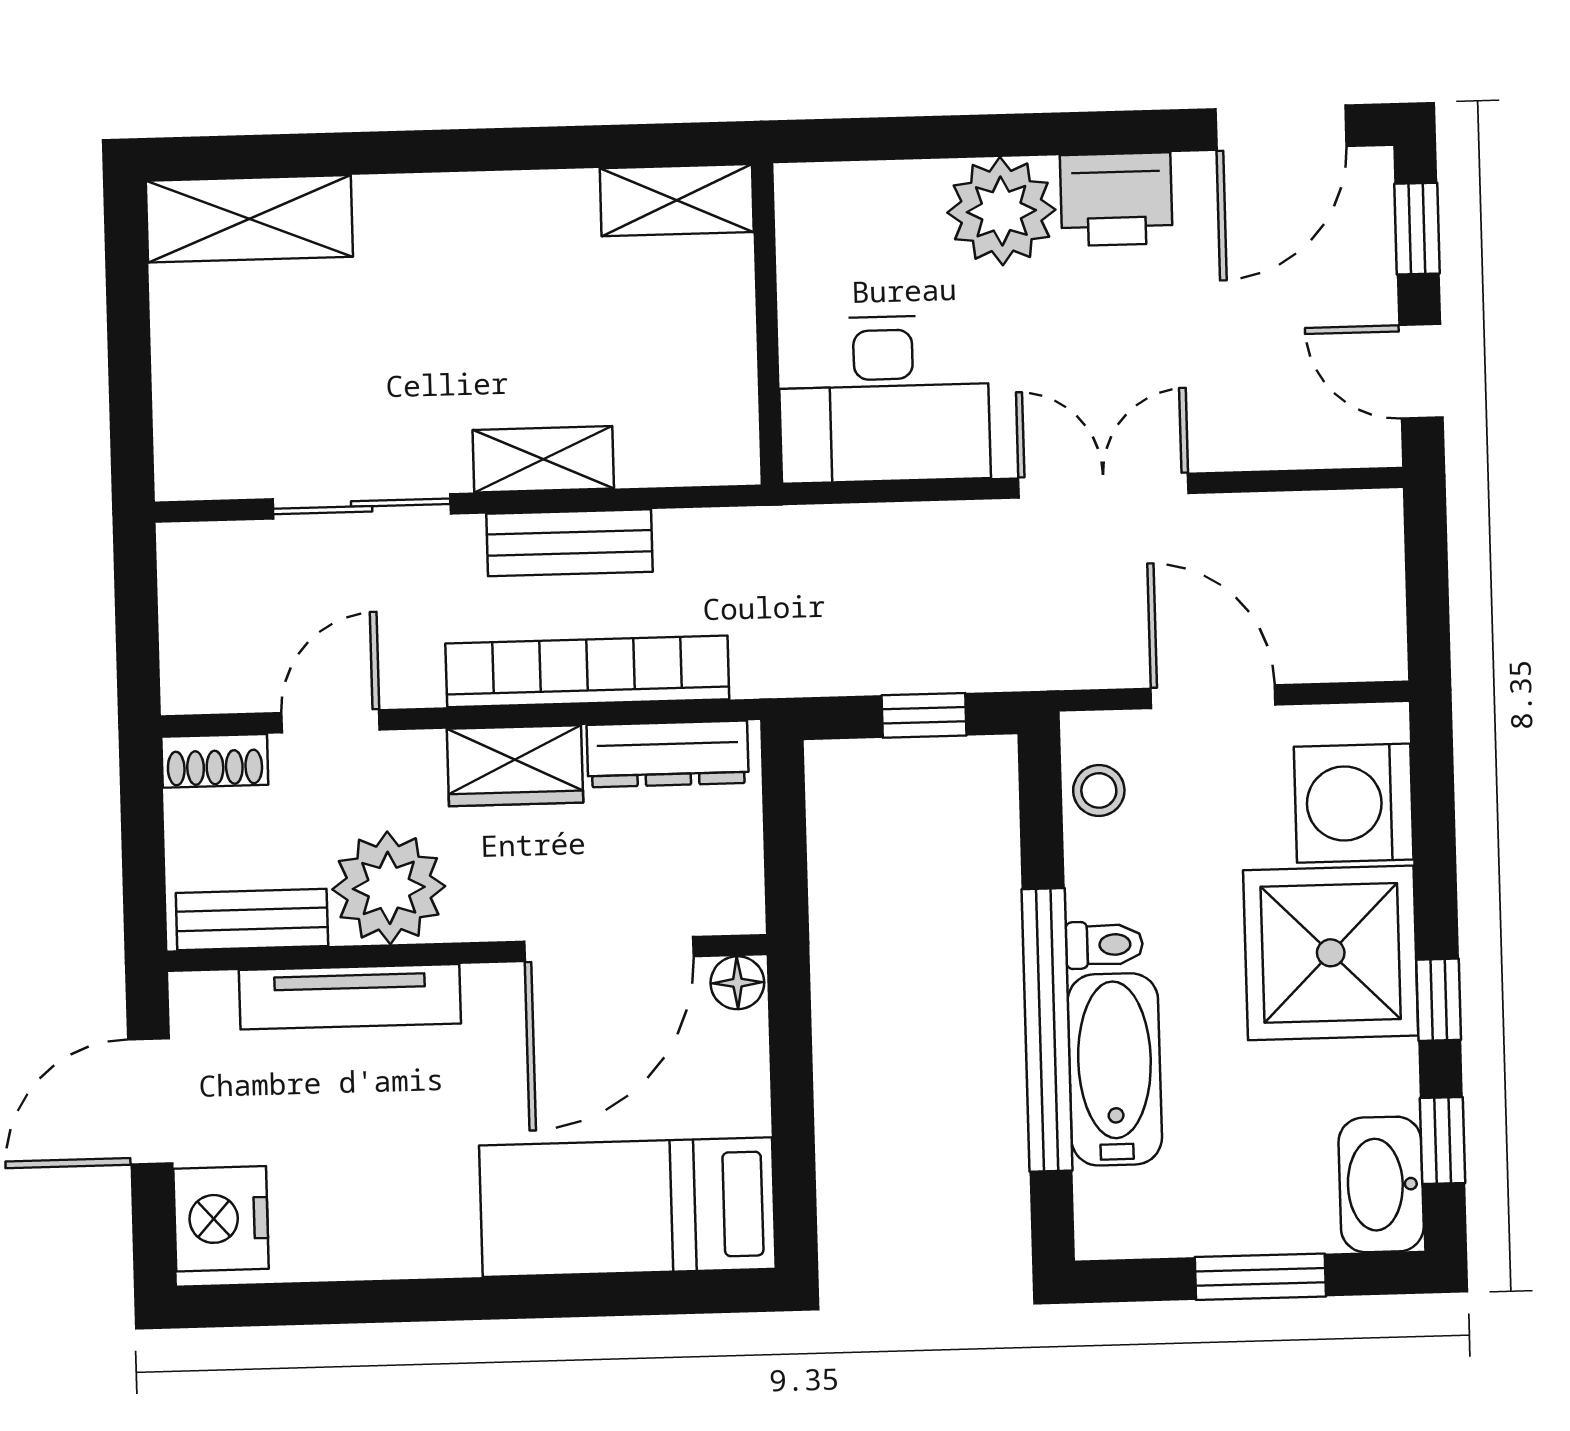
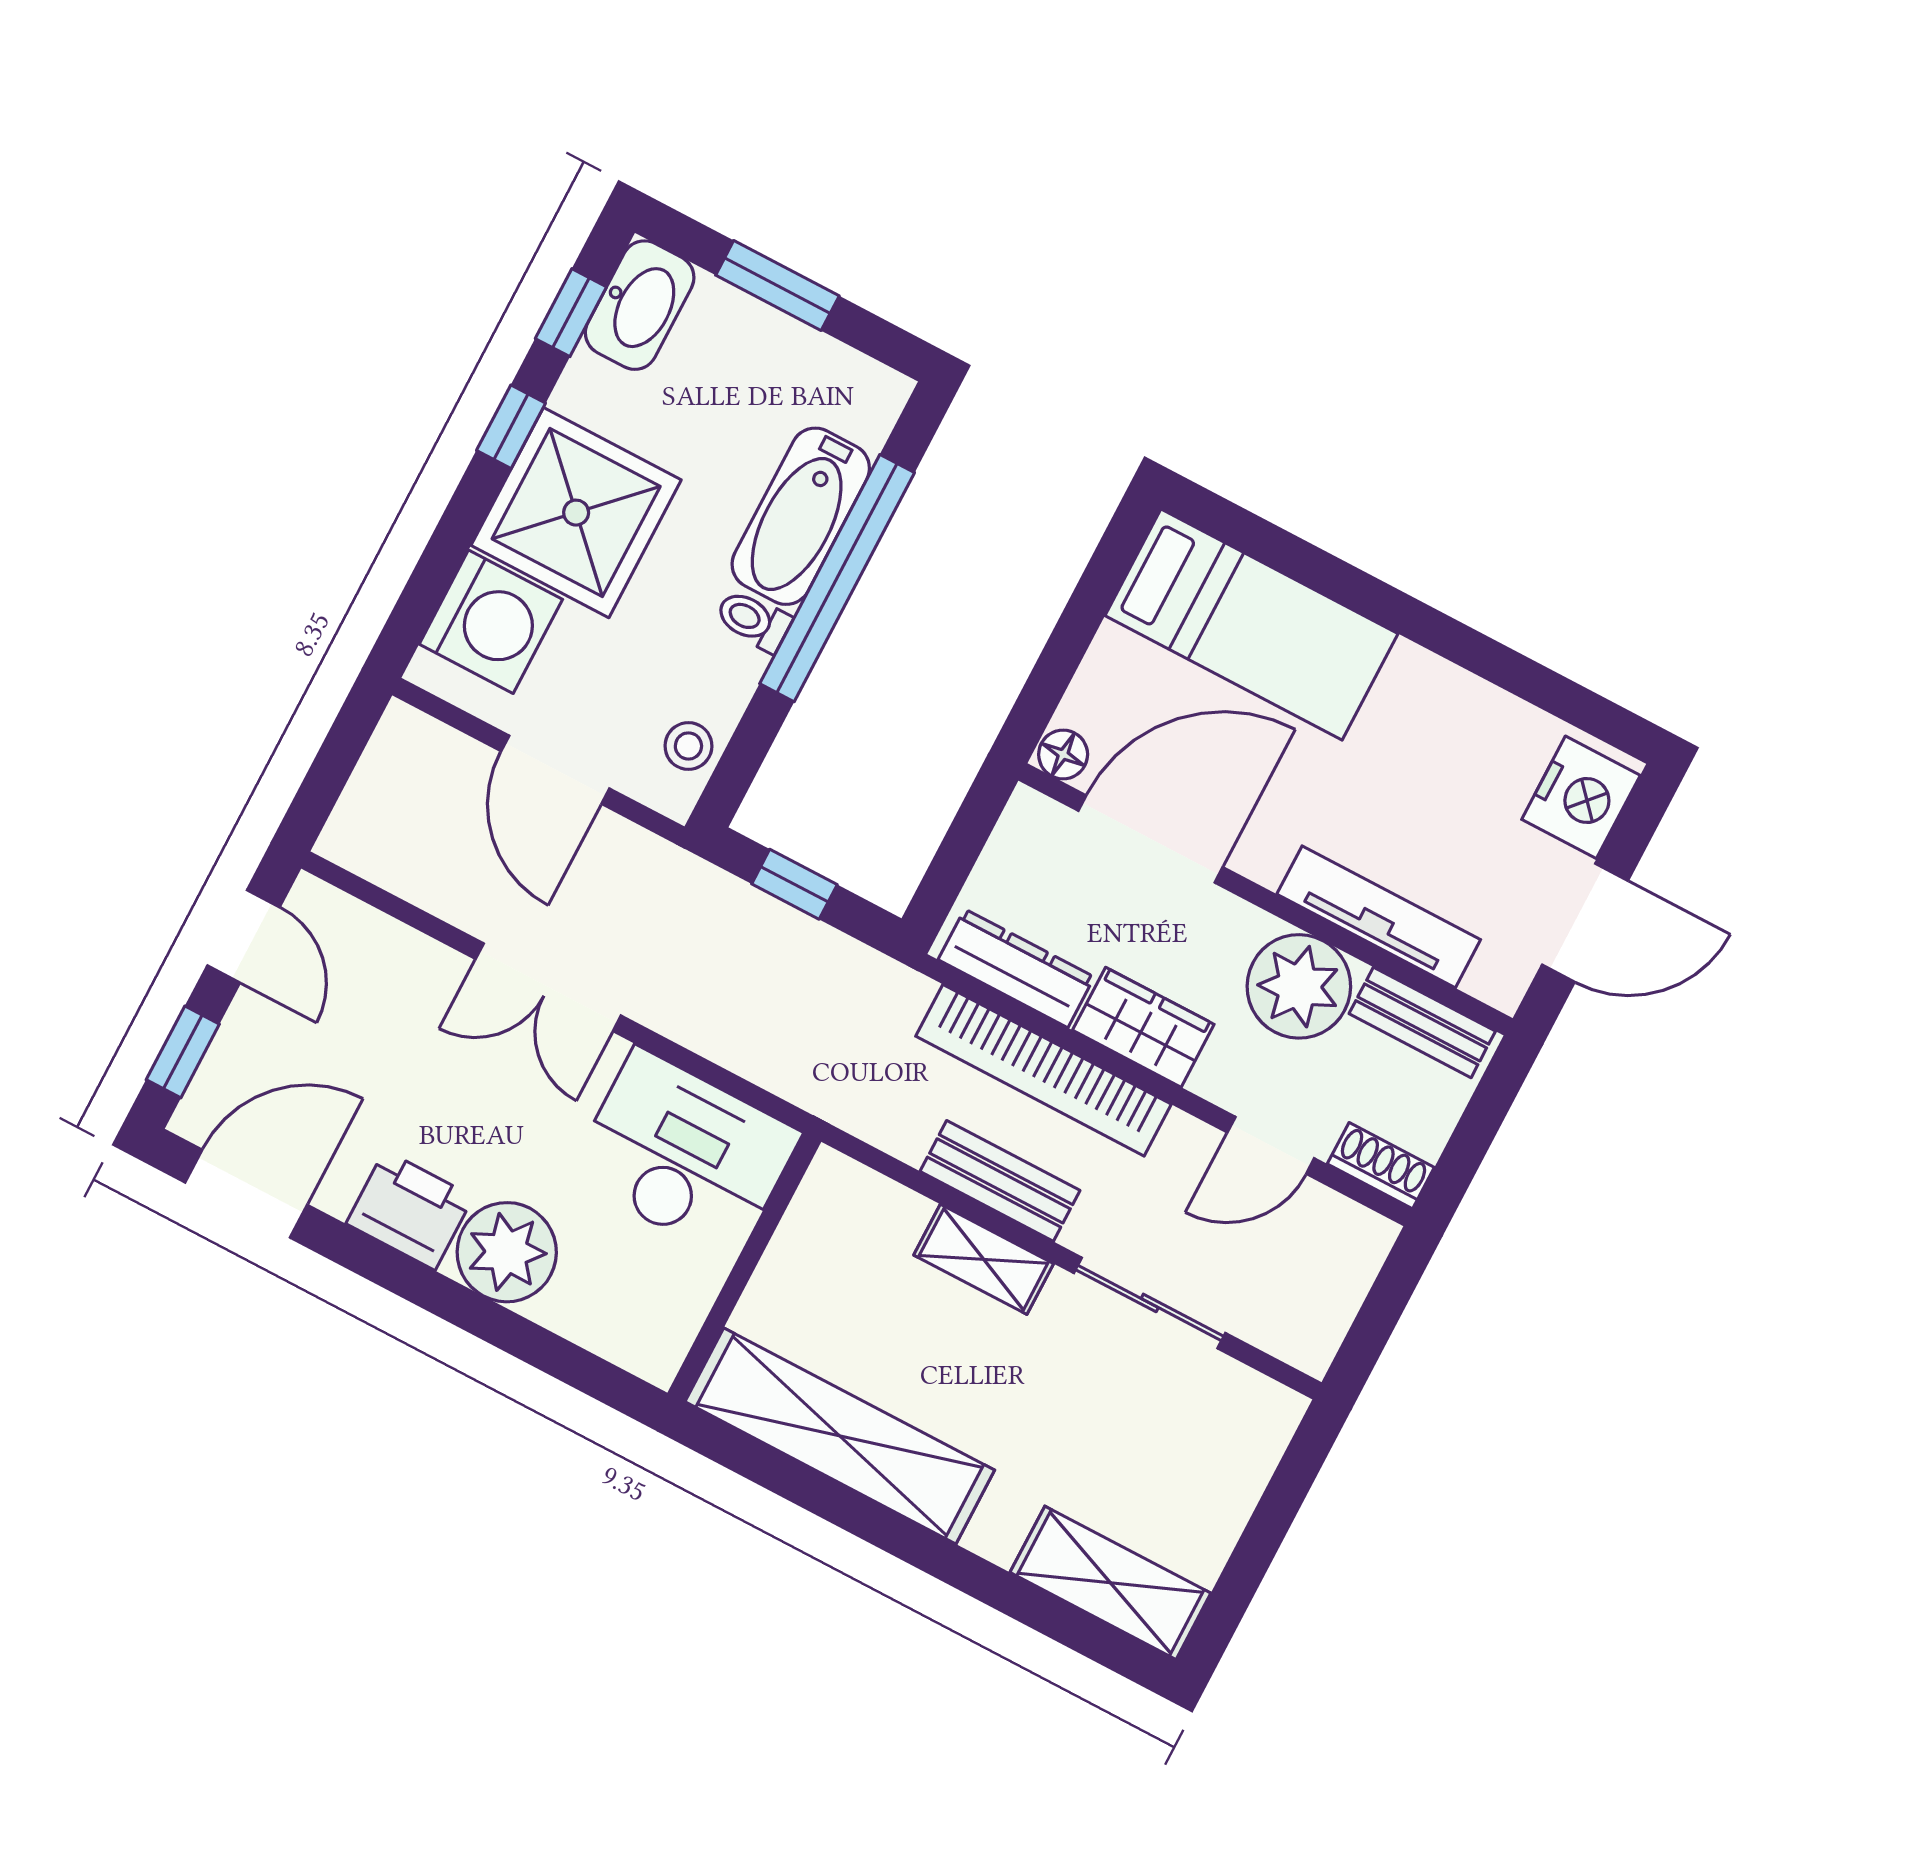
shelving: (677, 200) -> (840, 1436), width x2.20, depth x1.33

